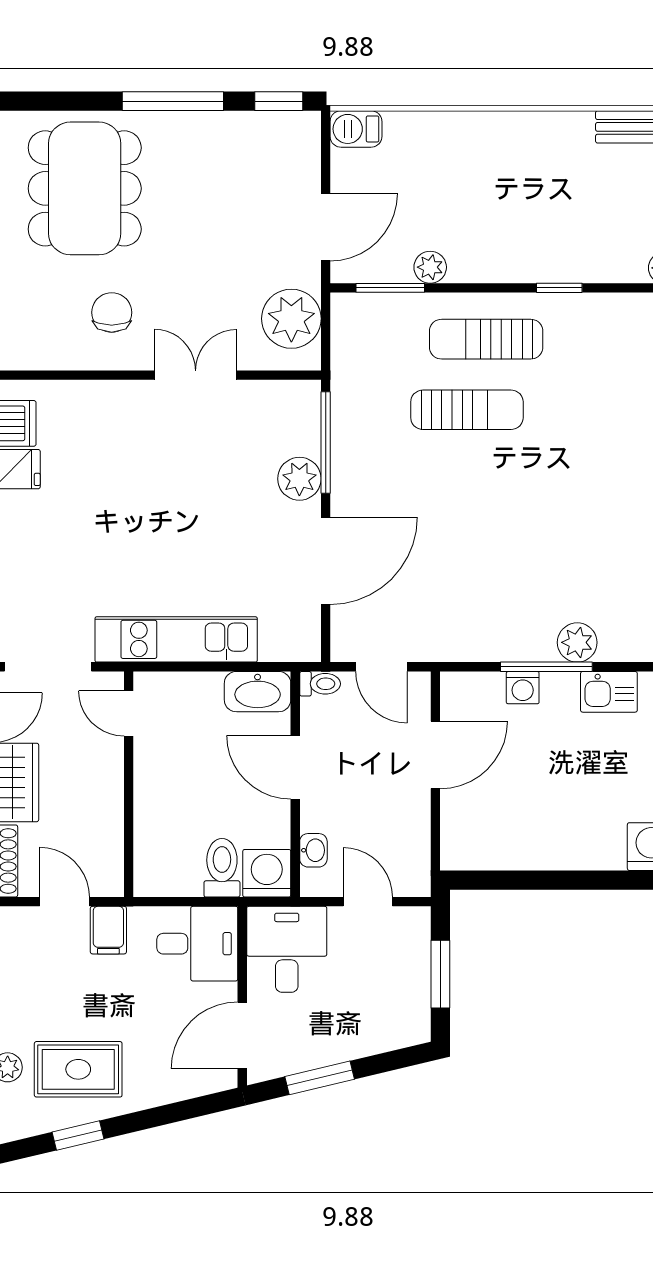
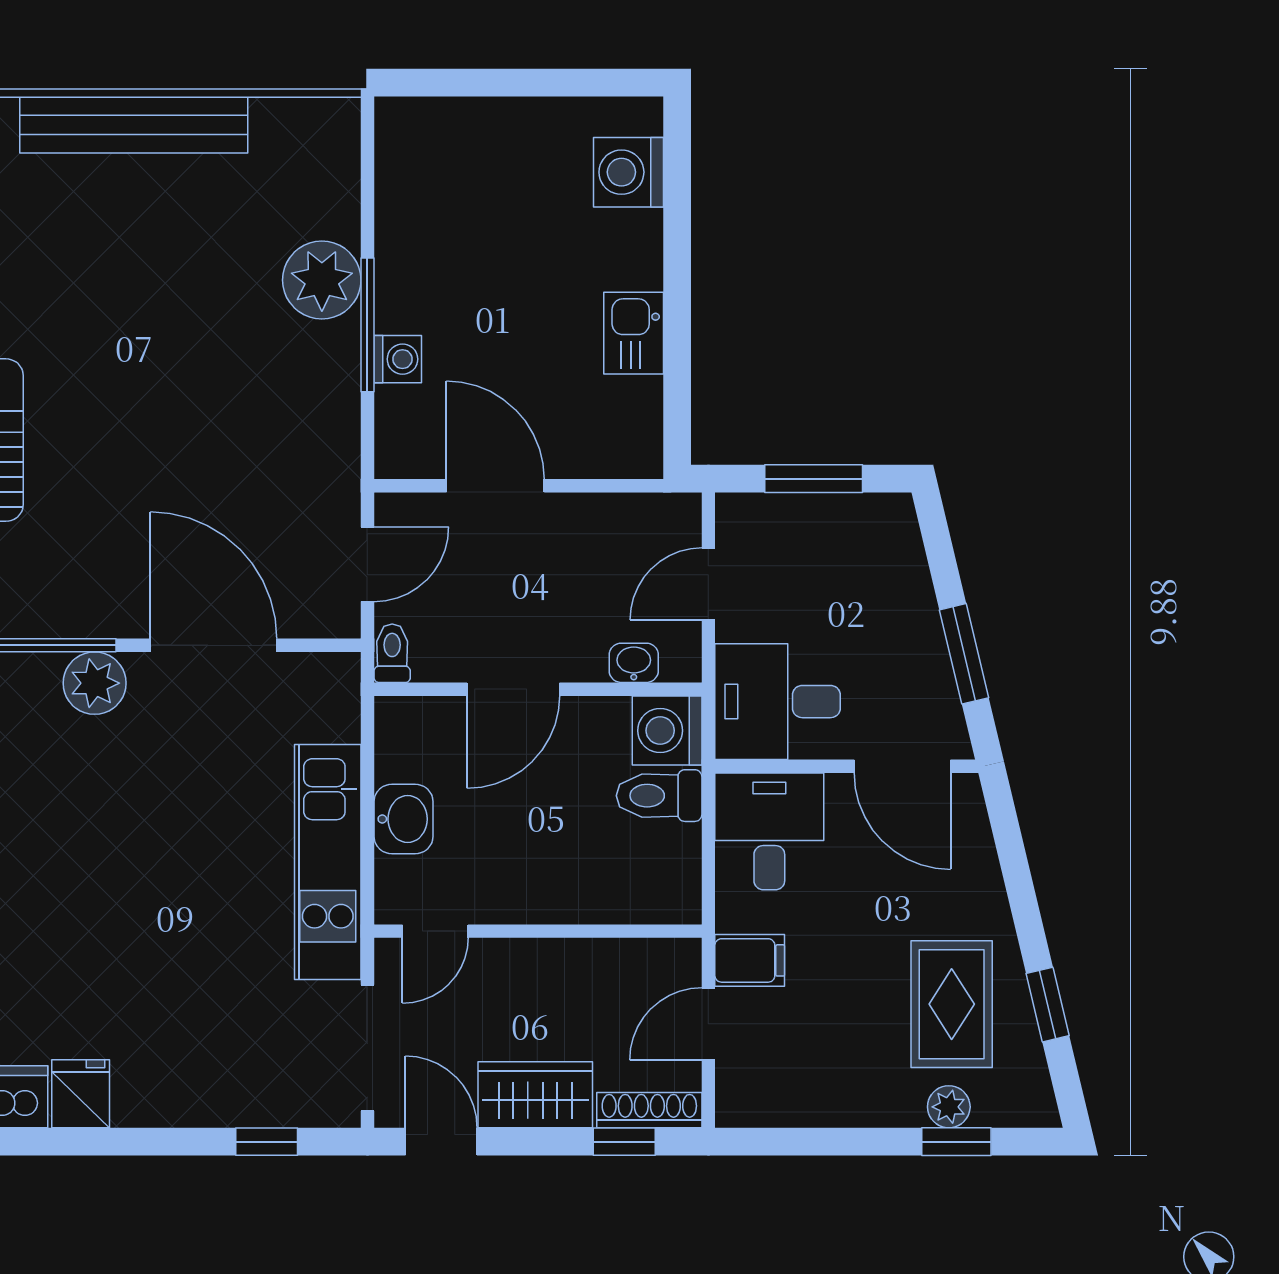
plant: (577, 642) -> (322, 280), width x1.36, depth x1.36
washbasin: (258, 692) -> (404, 819), moved, width x0.72
kitchen sink: (609, 692) -> (634, 333), moved, turned 180

